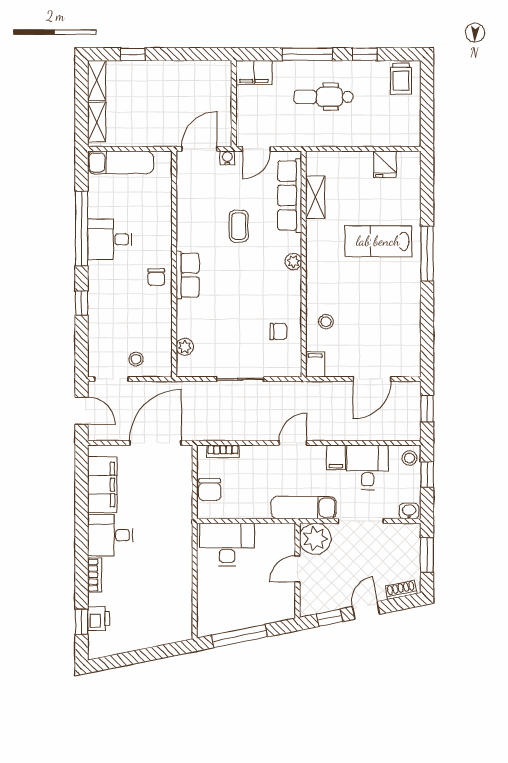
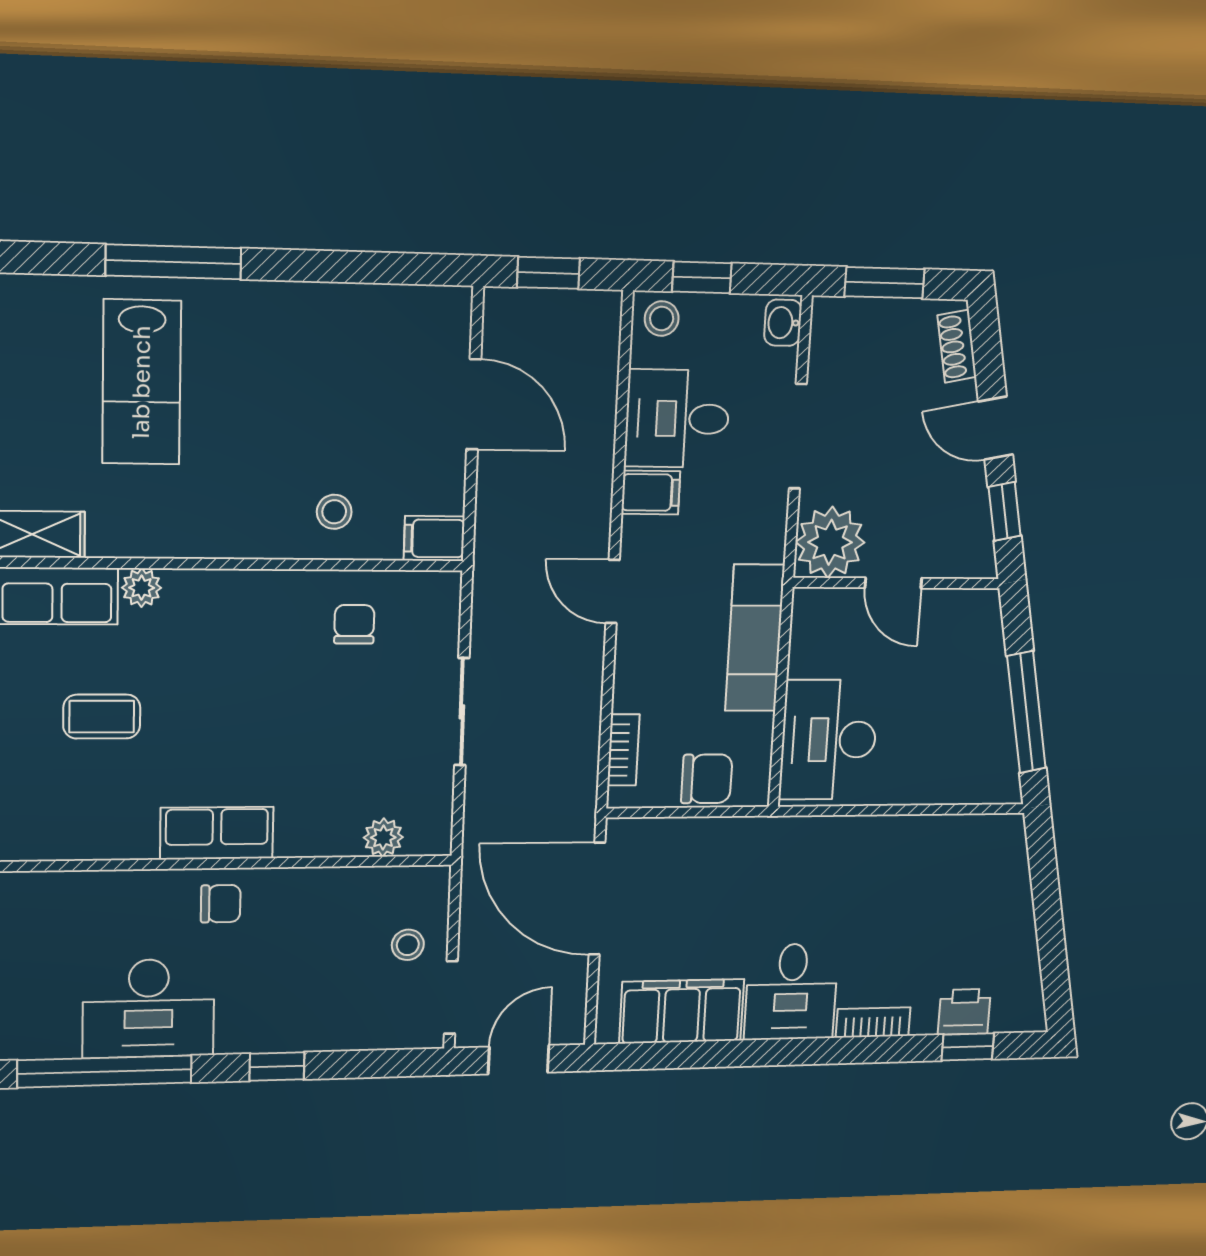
desk: (110, 239) -> (149, 1008), width x1.37
plant: (293, 262) -> (142, 588), moved
exam couch: (304, 508) -> (755, 638), moved

